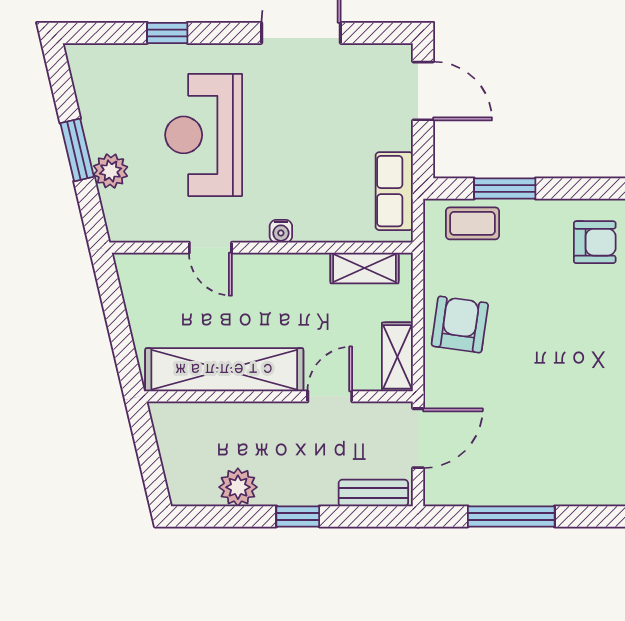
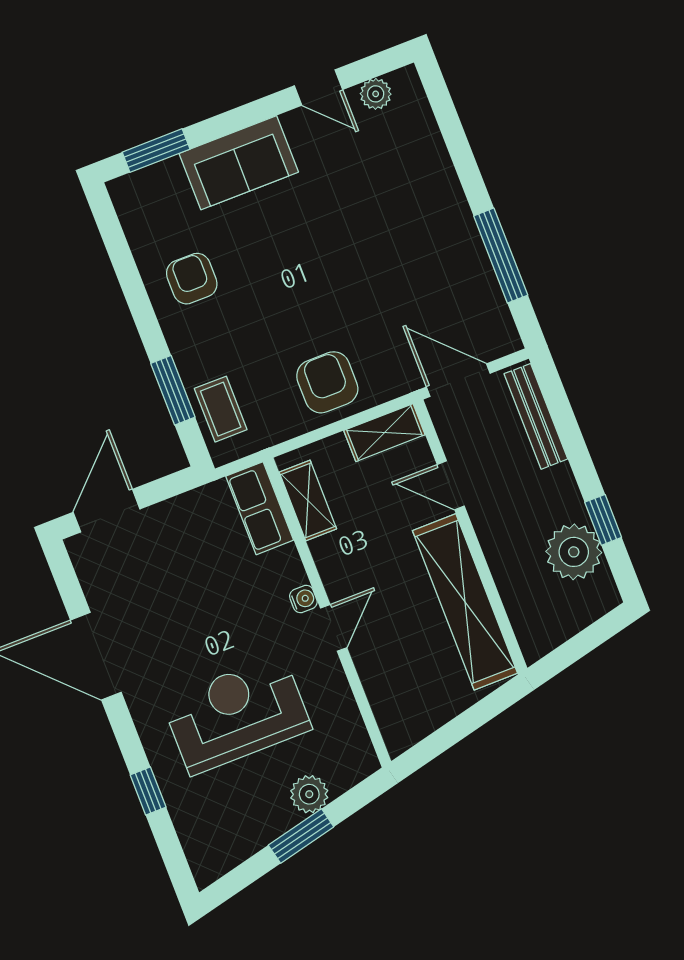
reception desk: (204, 135) -> (237, 715), turned 180
row of seats: (394, 191) -> (260, 508), moved, turned 90
door: (210, 248) -> (334, 628), moved
armchair: (460, 324) -> (327, 382), turned 82
plant: (238, 487) -> (574, 552), width x1.36, depth x1.36
bench: (373, 493) -> (536, 416), width x1.36
window: (298, 516) -> (603, 520), moved

